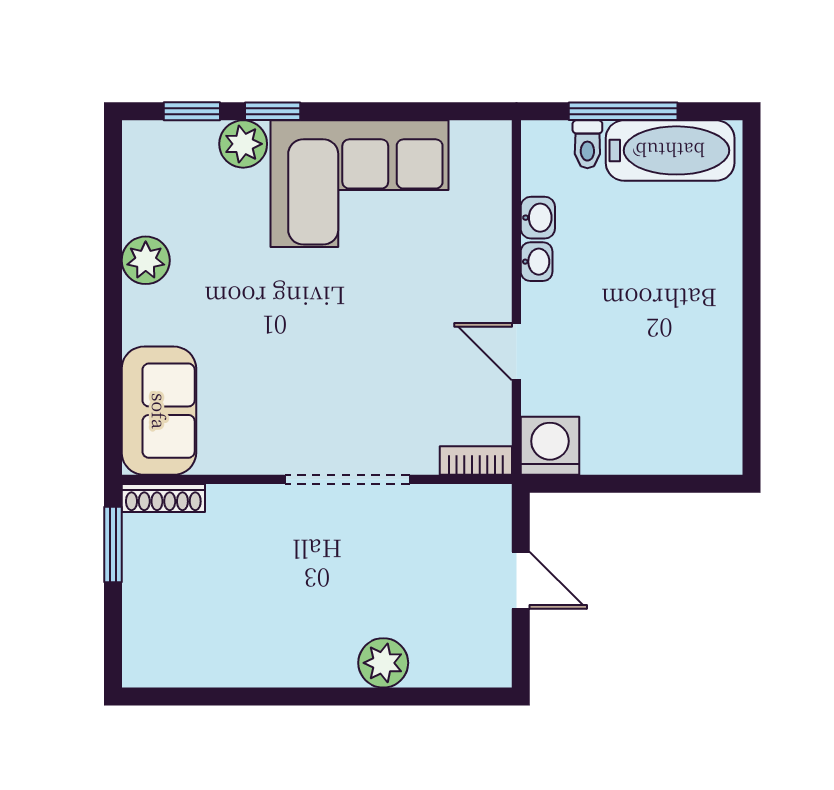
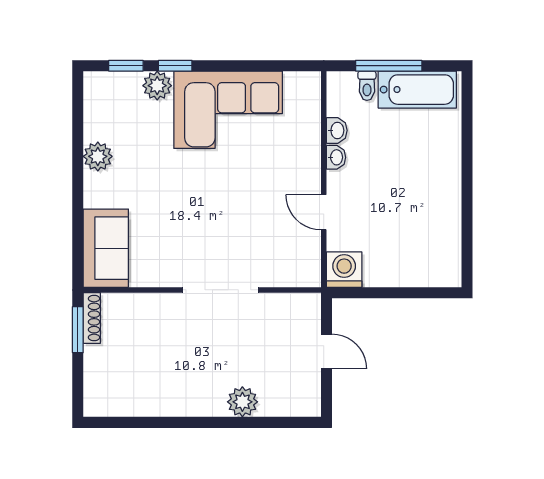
bookcase: (476, 460) -> (299, 278), removed
shoe rack: (163, 498) -> (92, 318), moved, turned -90

